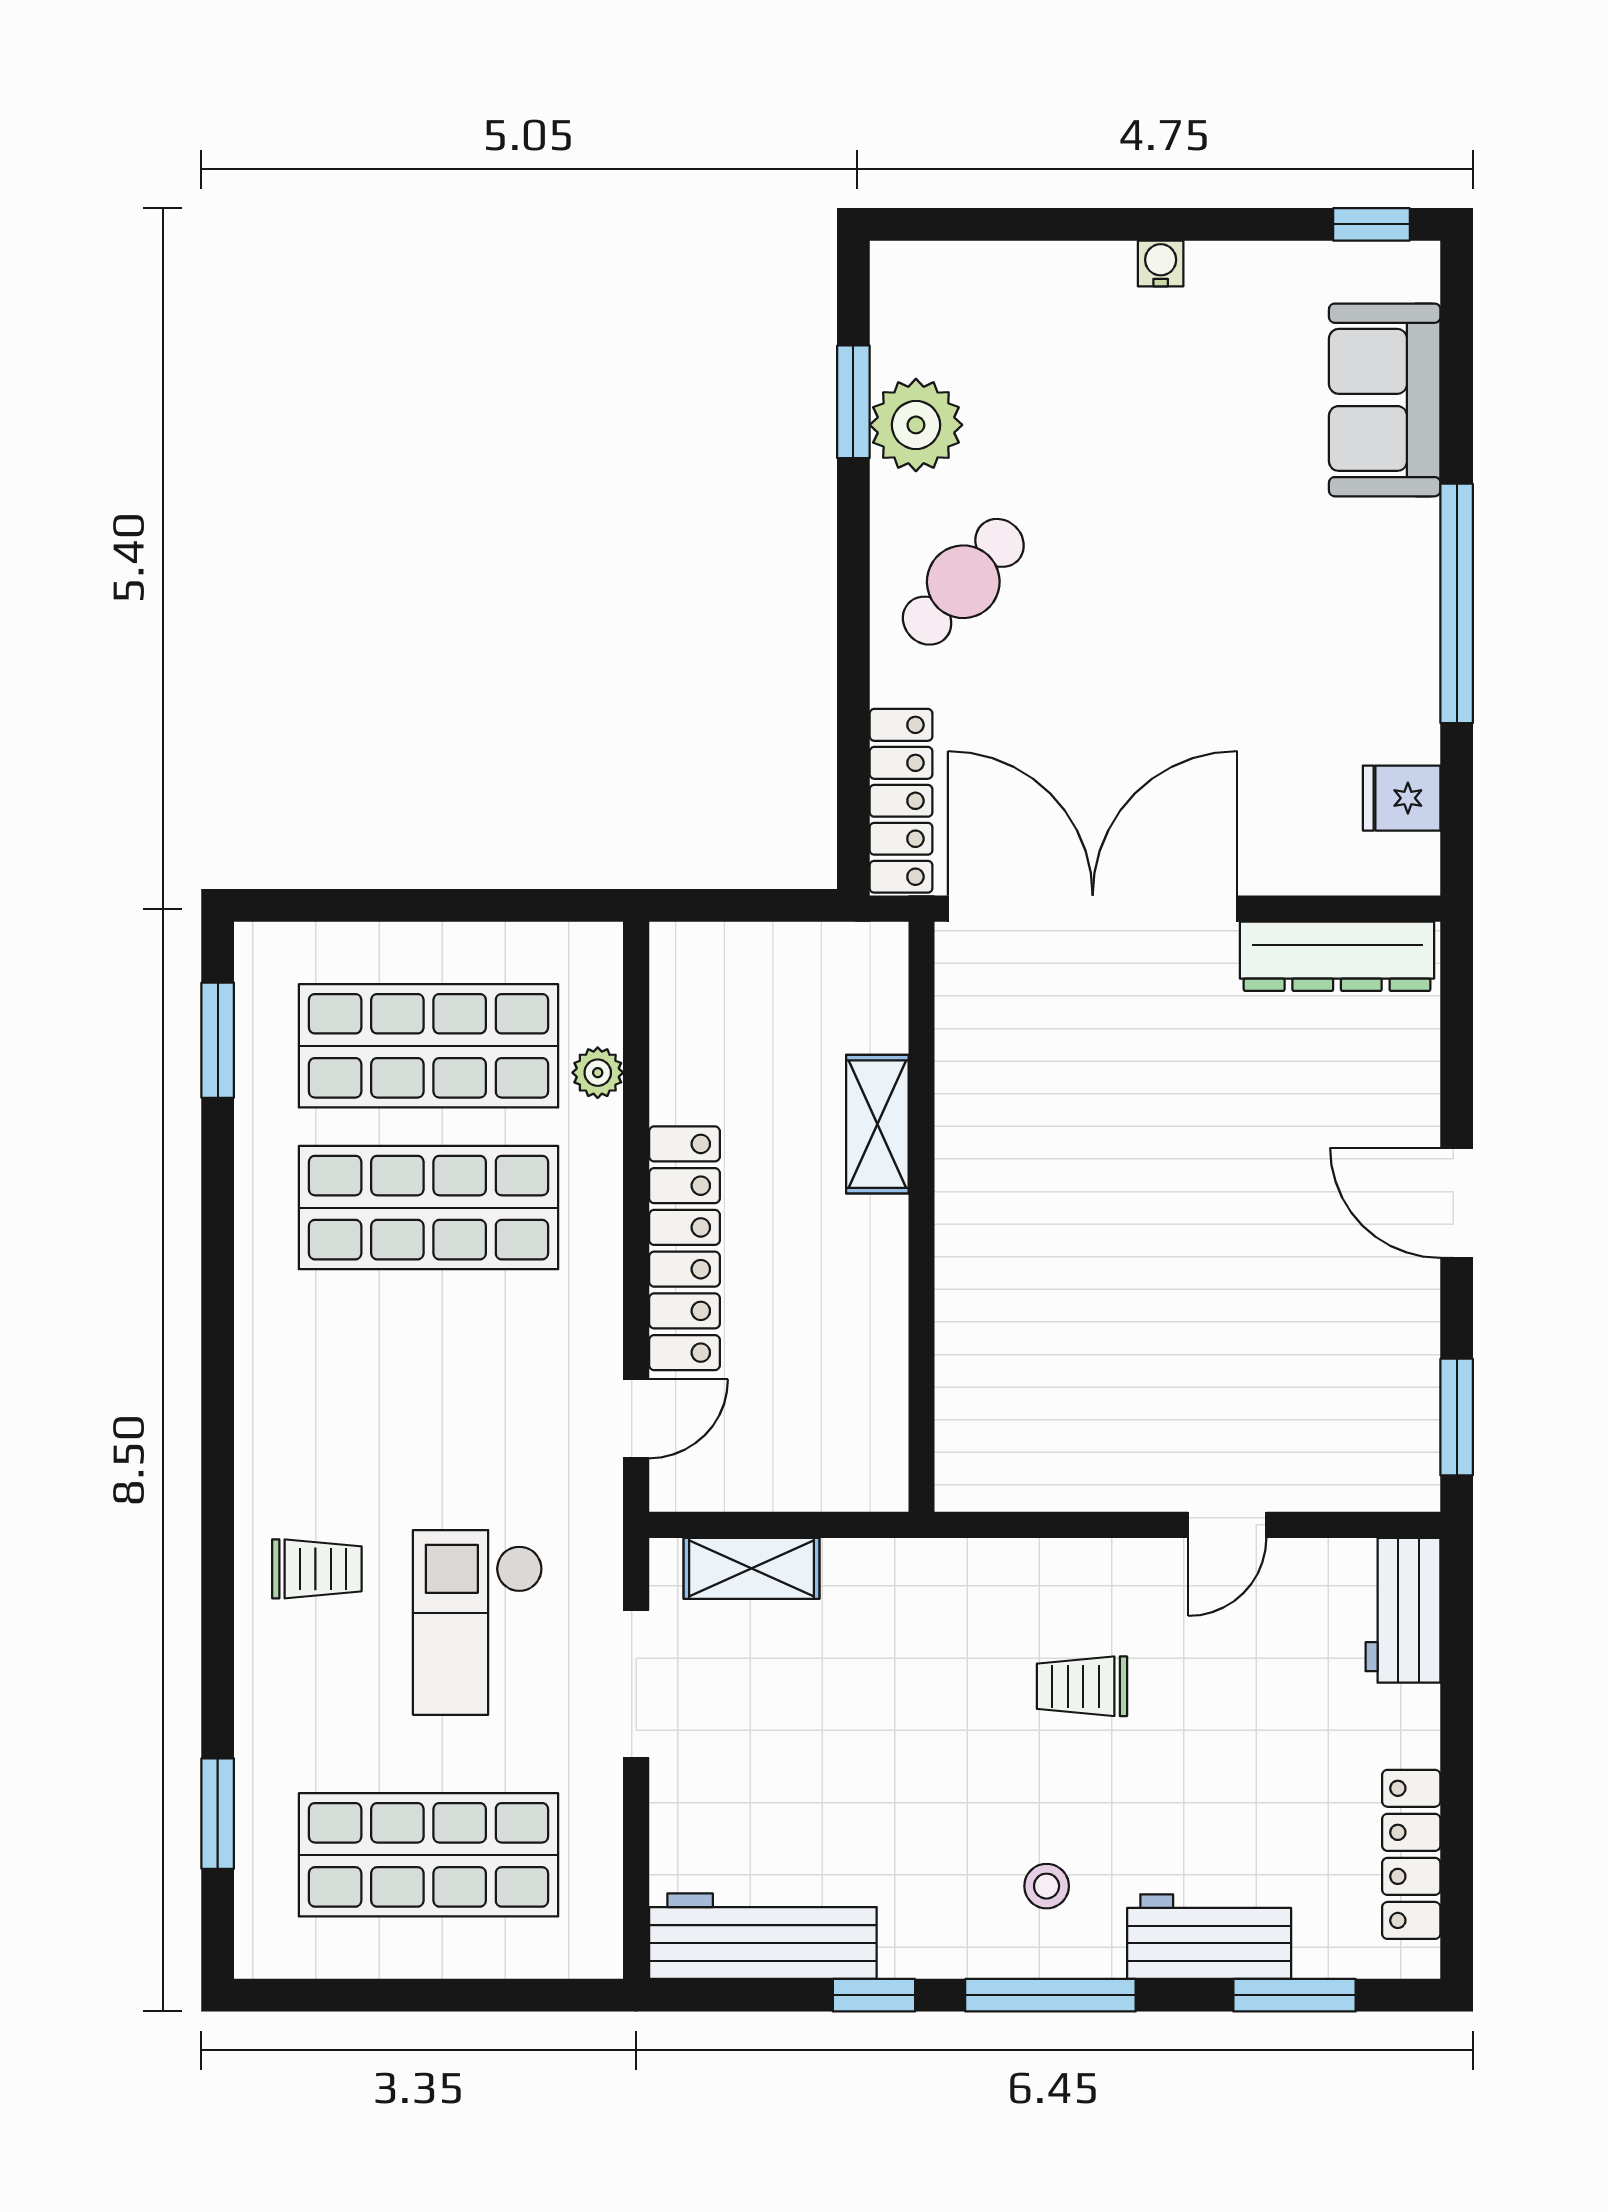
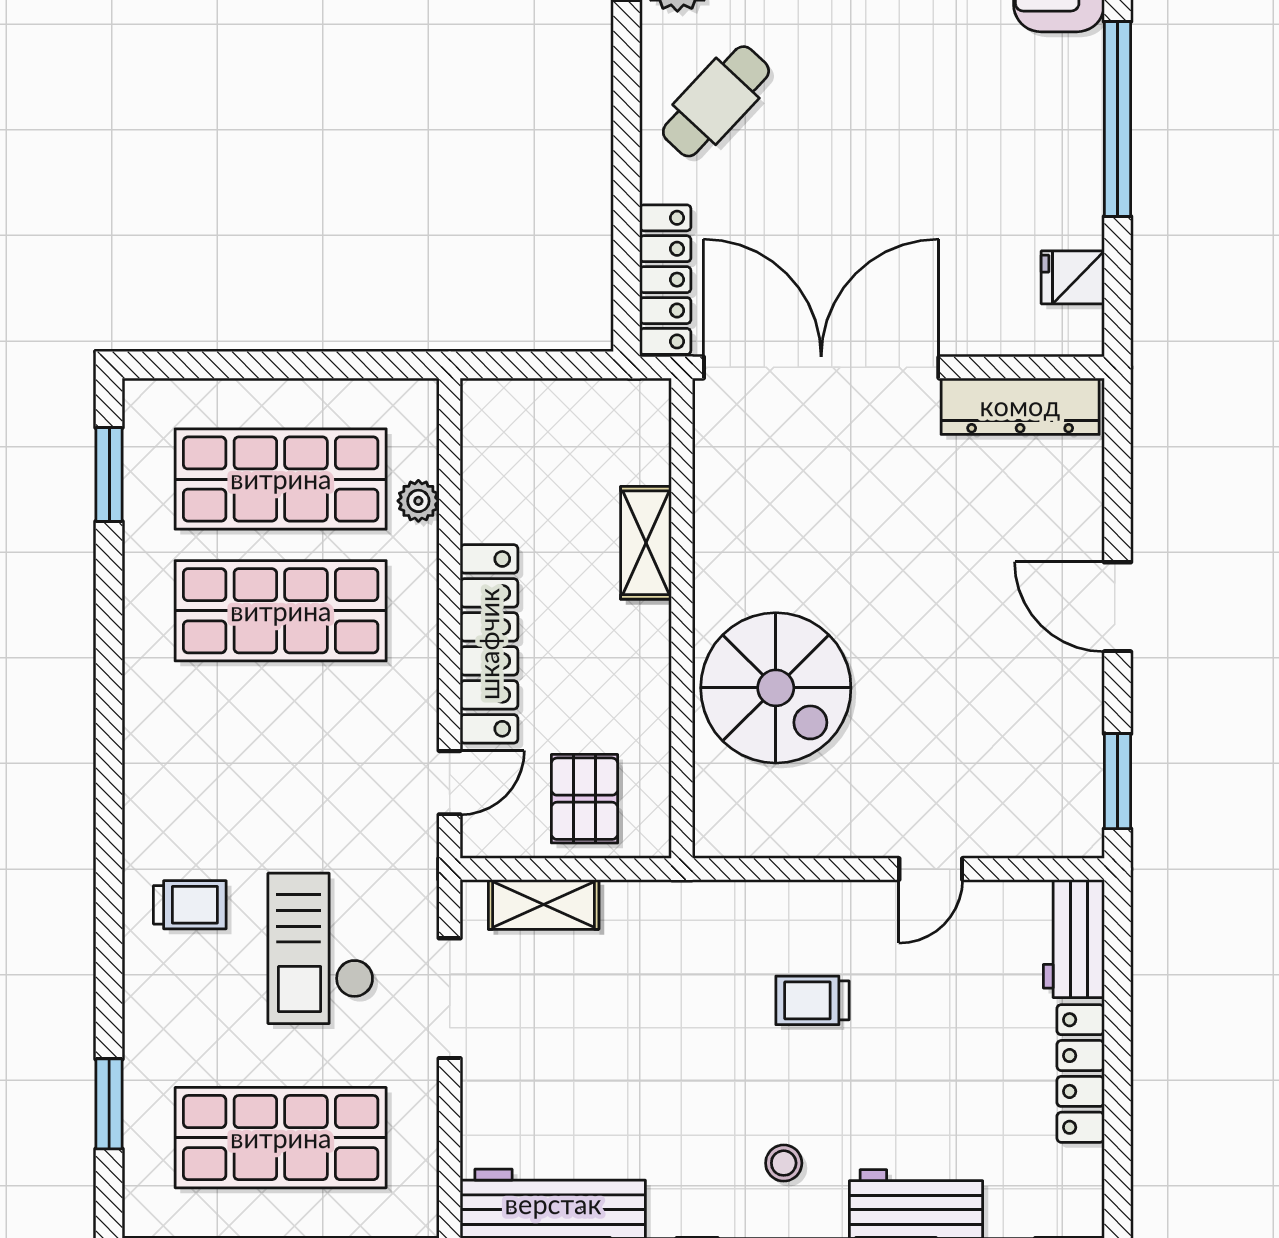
spiral stairs: (1037, 1302) -> (776, 688), added
pallet: (802, 1438) -> (584, 799), added
locker: (1411, 1854) -> (1081, 1073), moved

